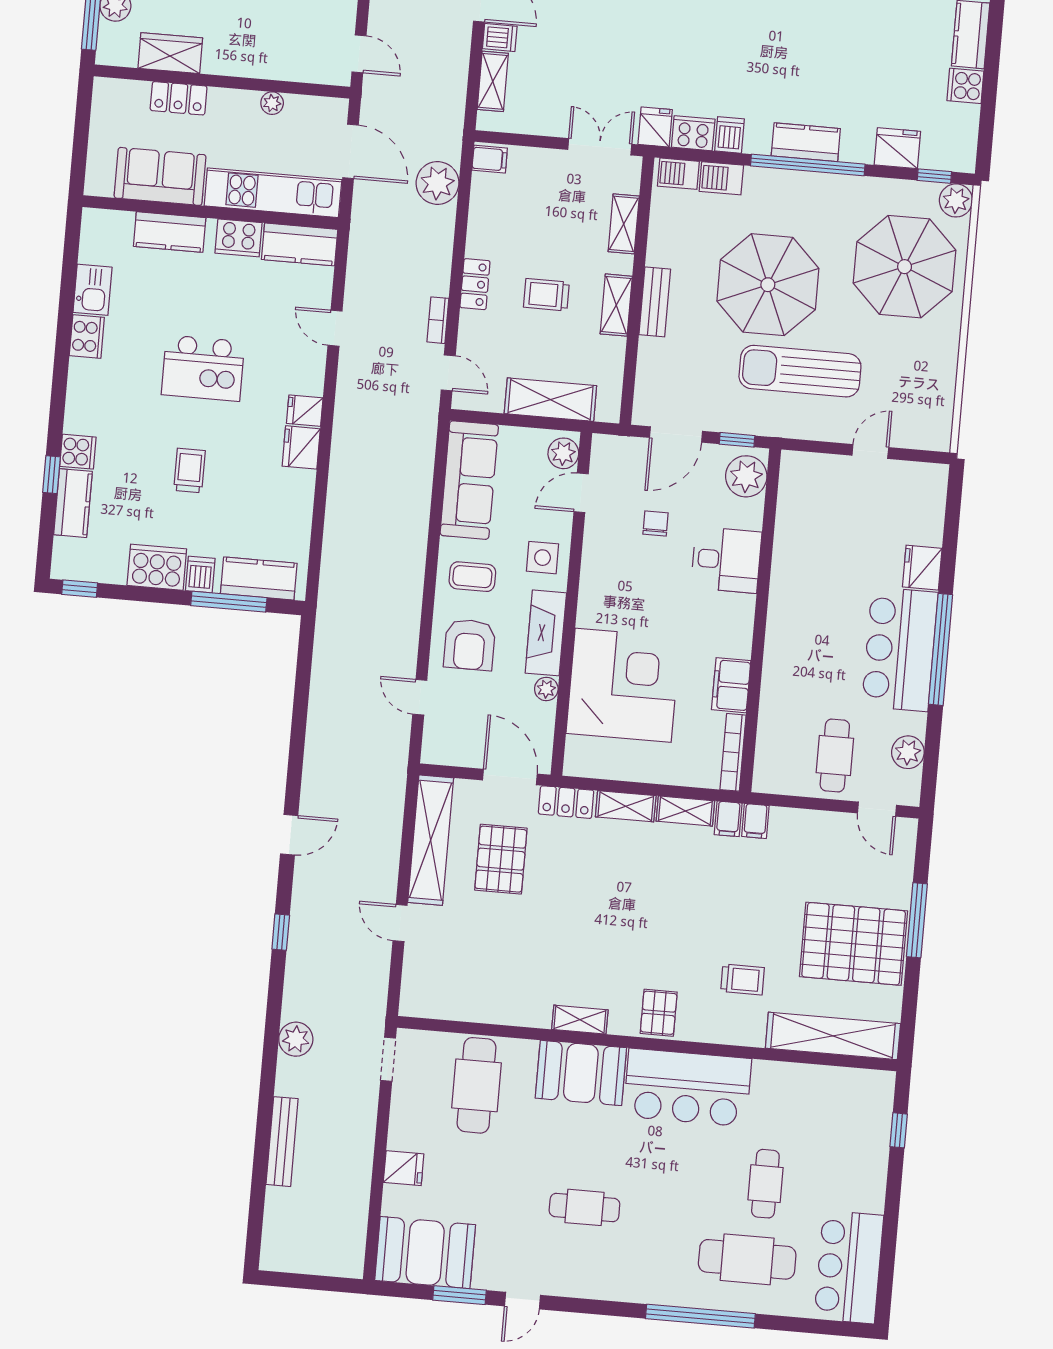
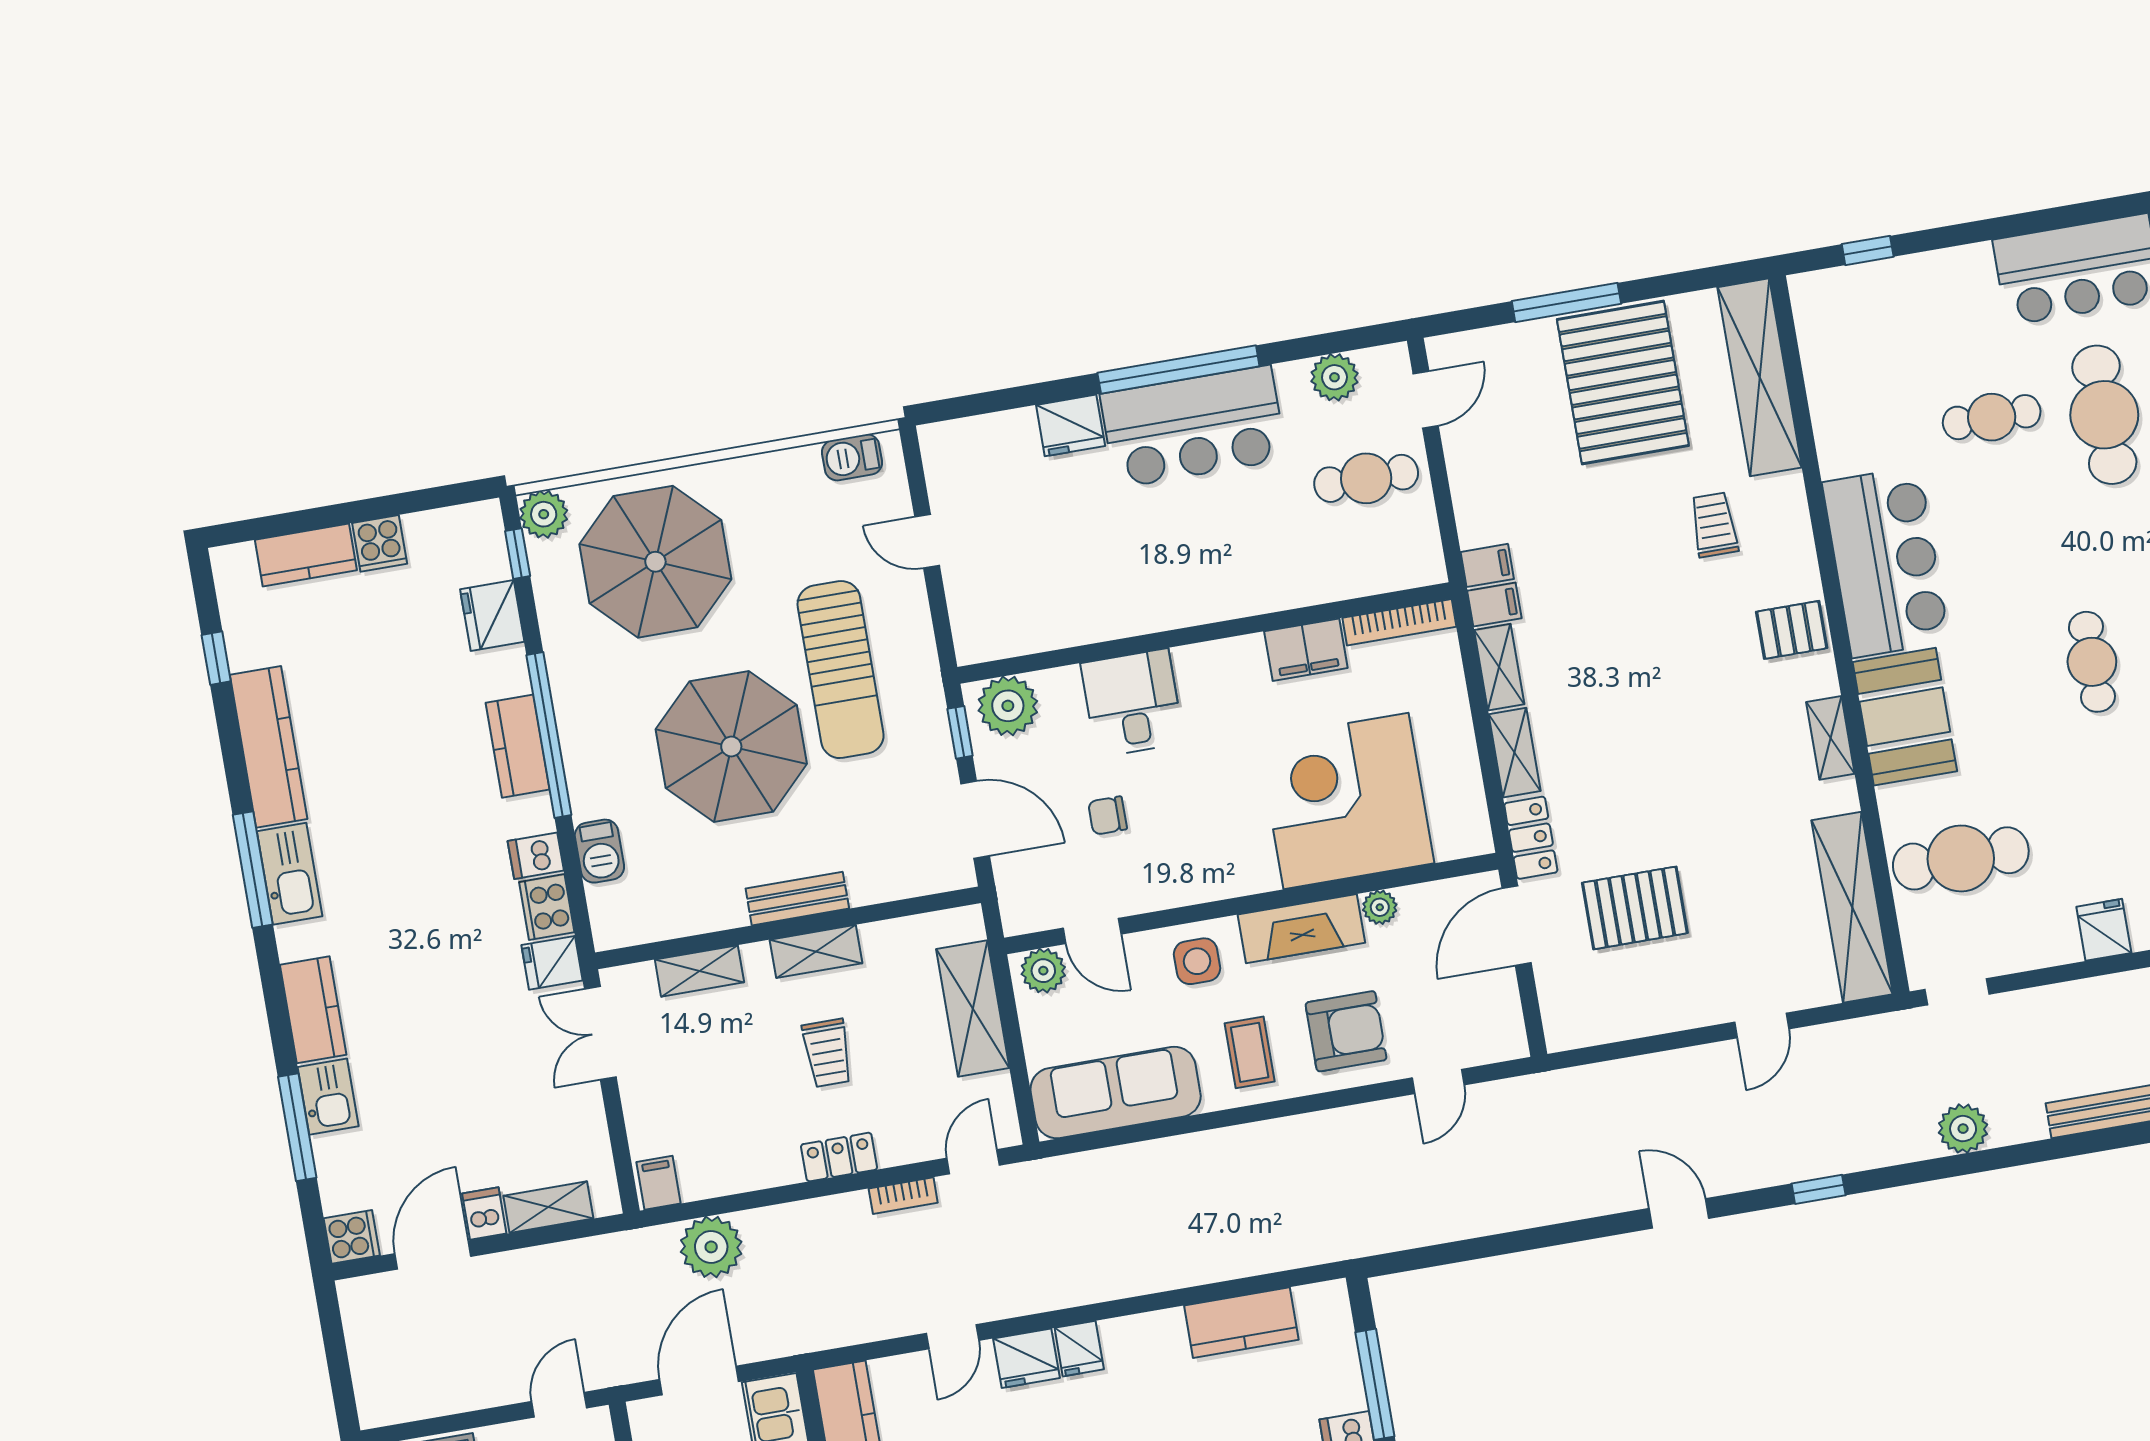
barbecue: (678, 174) -> (852, 457), moved, turned 90
fridge: (301, 447) -> (1027, 1358), moved
kitchen counter: (259, 578) -> (1241, 1323), moved, turned -90
shelving: (431, 840) -> (1852, 907), moved, turned 90

